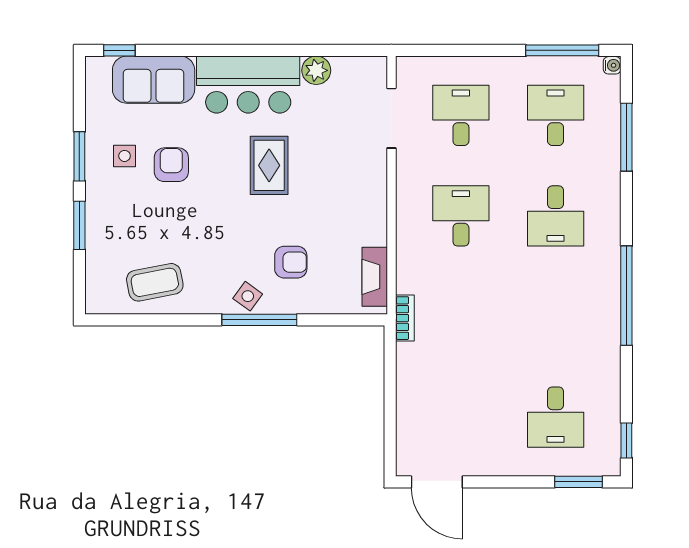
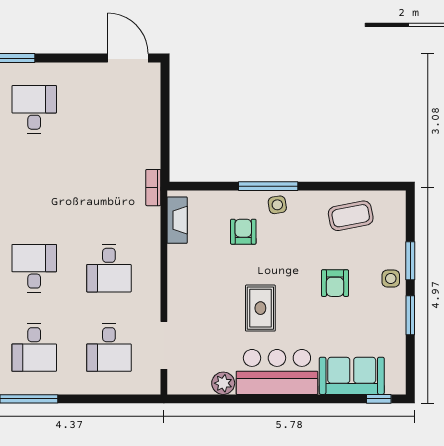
side table: (125, 156) -> (391, 279), moved
armchair: (171, 165) -> (335, 283), moved
armchair: (291, 262) -> (243, 232), turned 90
side table: (248, 296) -> (277, 205), turned 45

